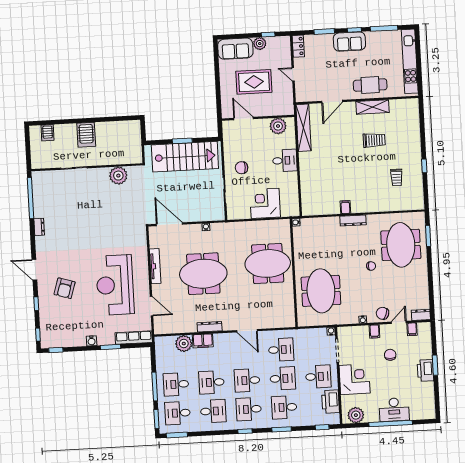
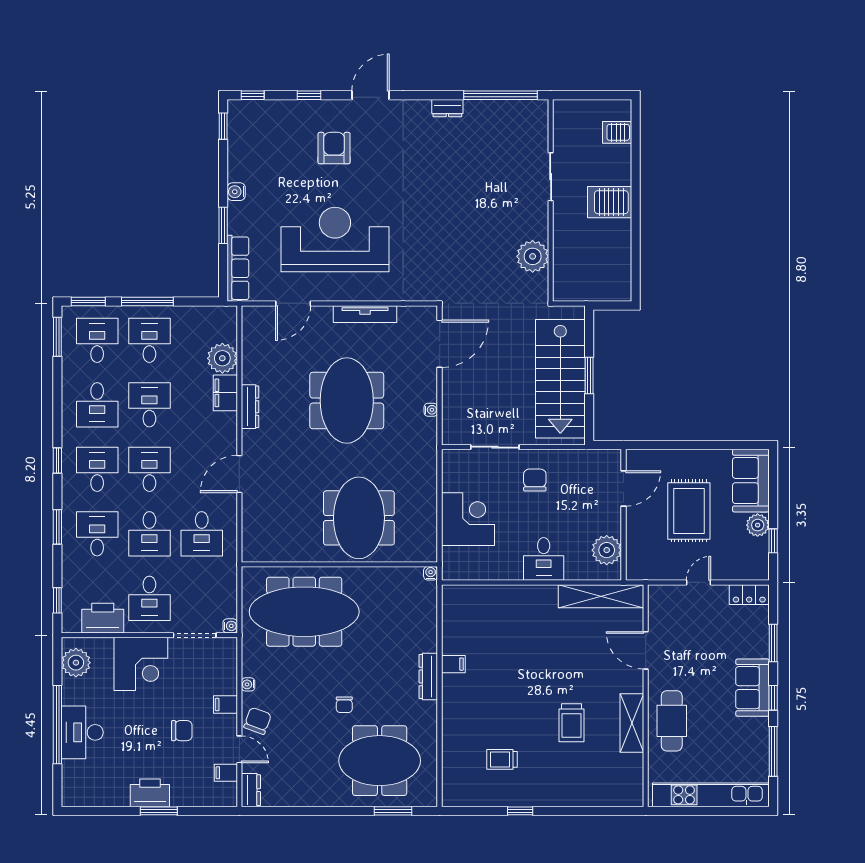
armchair: (65, 288) -> (334, 148), turned 73
meeting table: (321, 291) -> (304, 612), width x1.36

